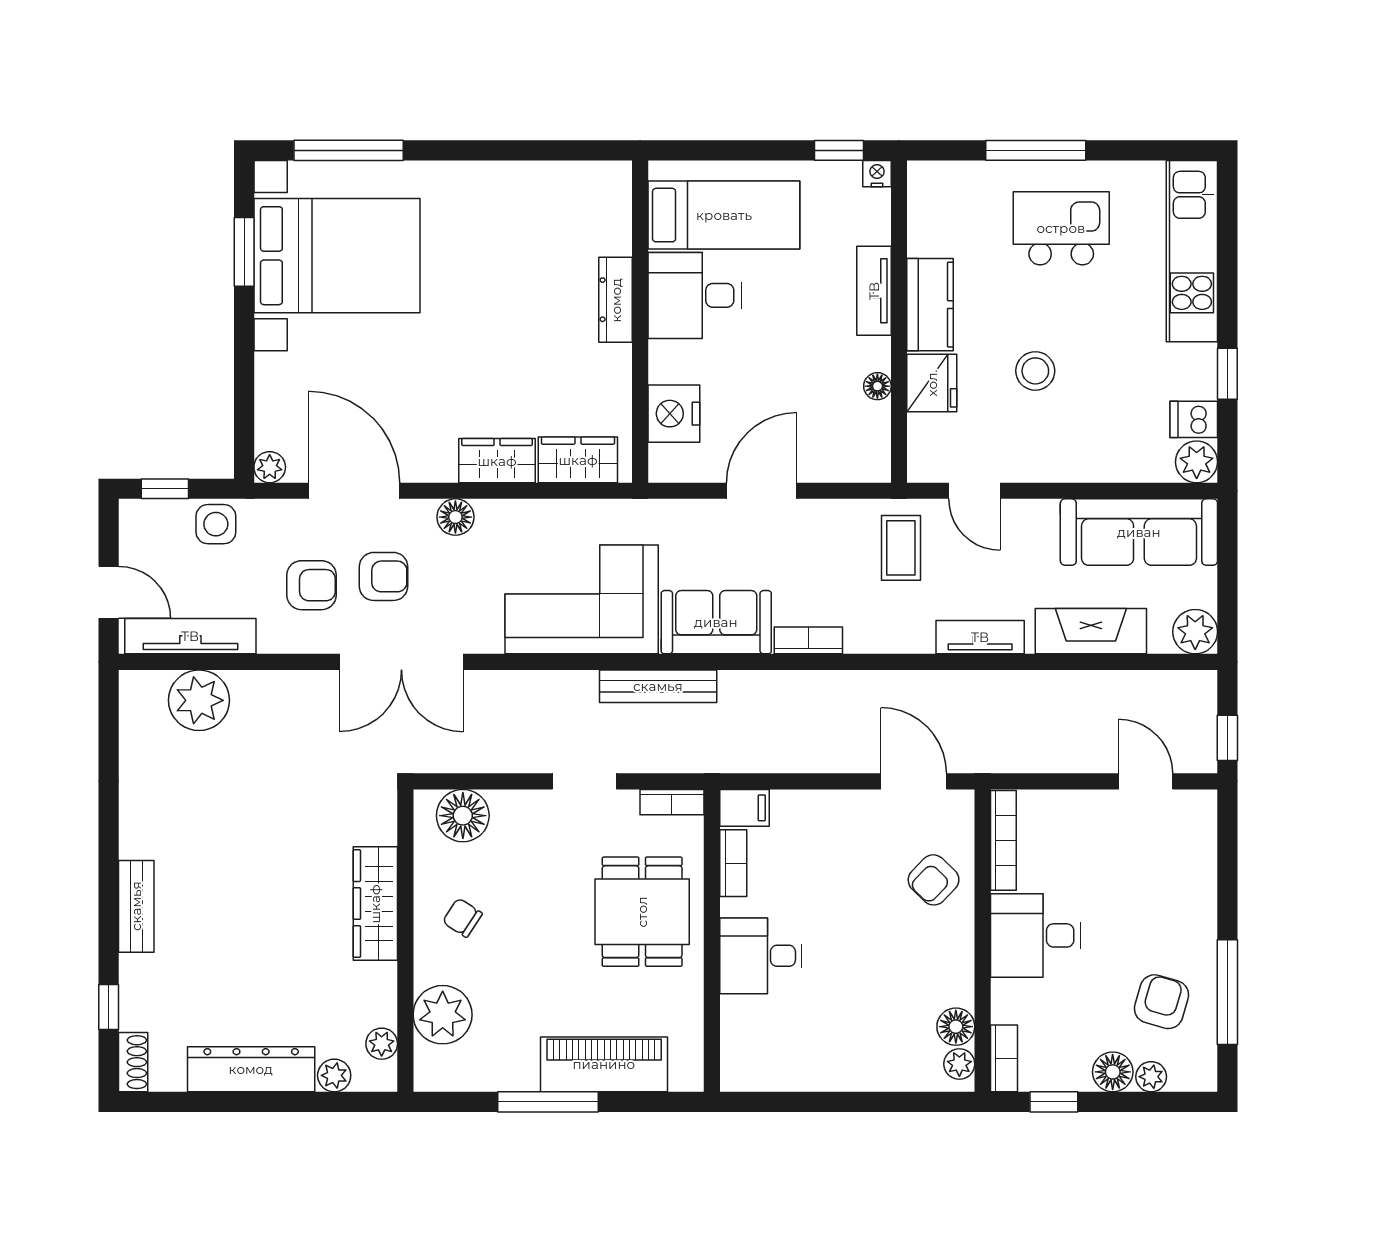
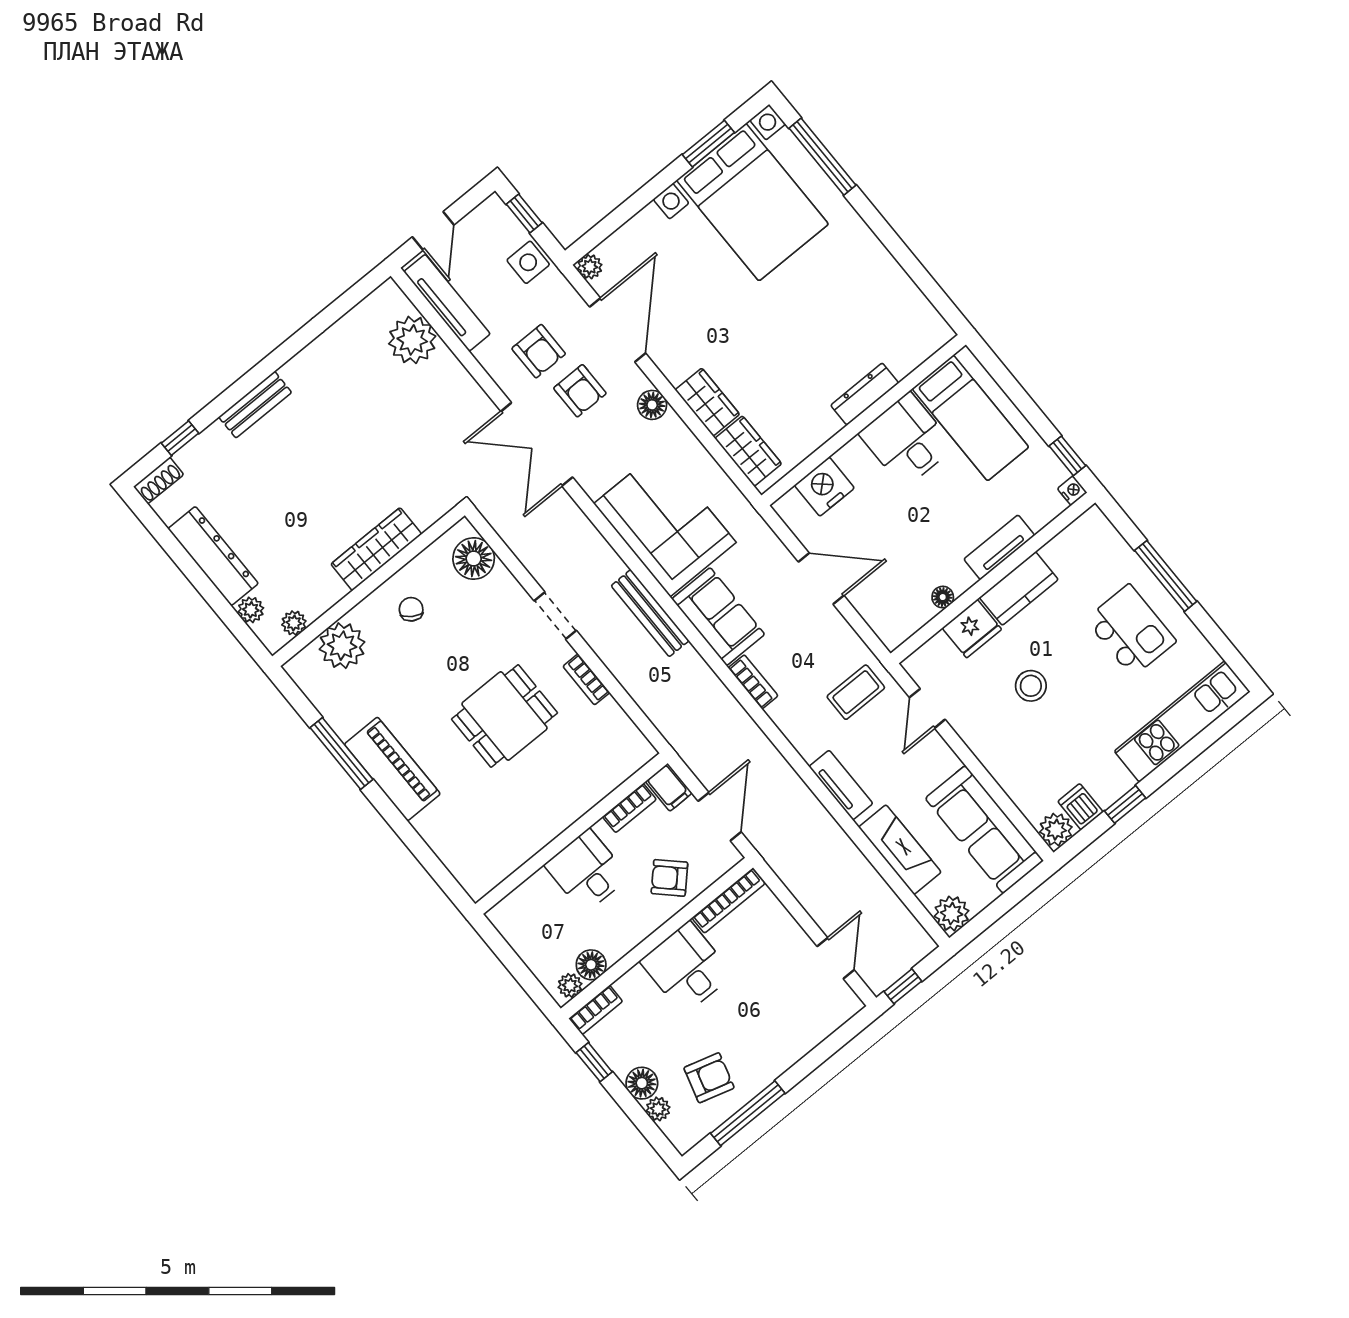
filing cabinet: (745, 808) -> (669, 787), moved
bookcase: (733, 863) -> (629, 808), moved
wall: (712, 941) -> (571, 834), moved
desk: (761, 956) -> (587, 871), moved

